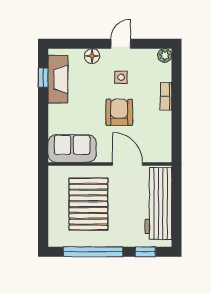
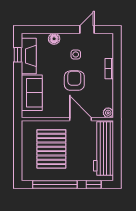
door: (121, 44) -> (87, 29), moved
plant: (165, 55) -> (108, 113), moved
sofa: (72, 148) -> (32, 93), moved, turned 90

